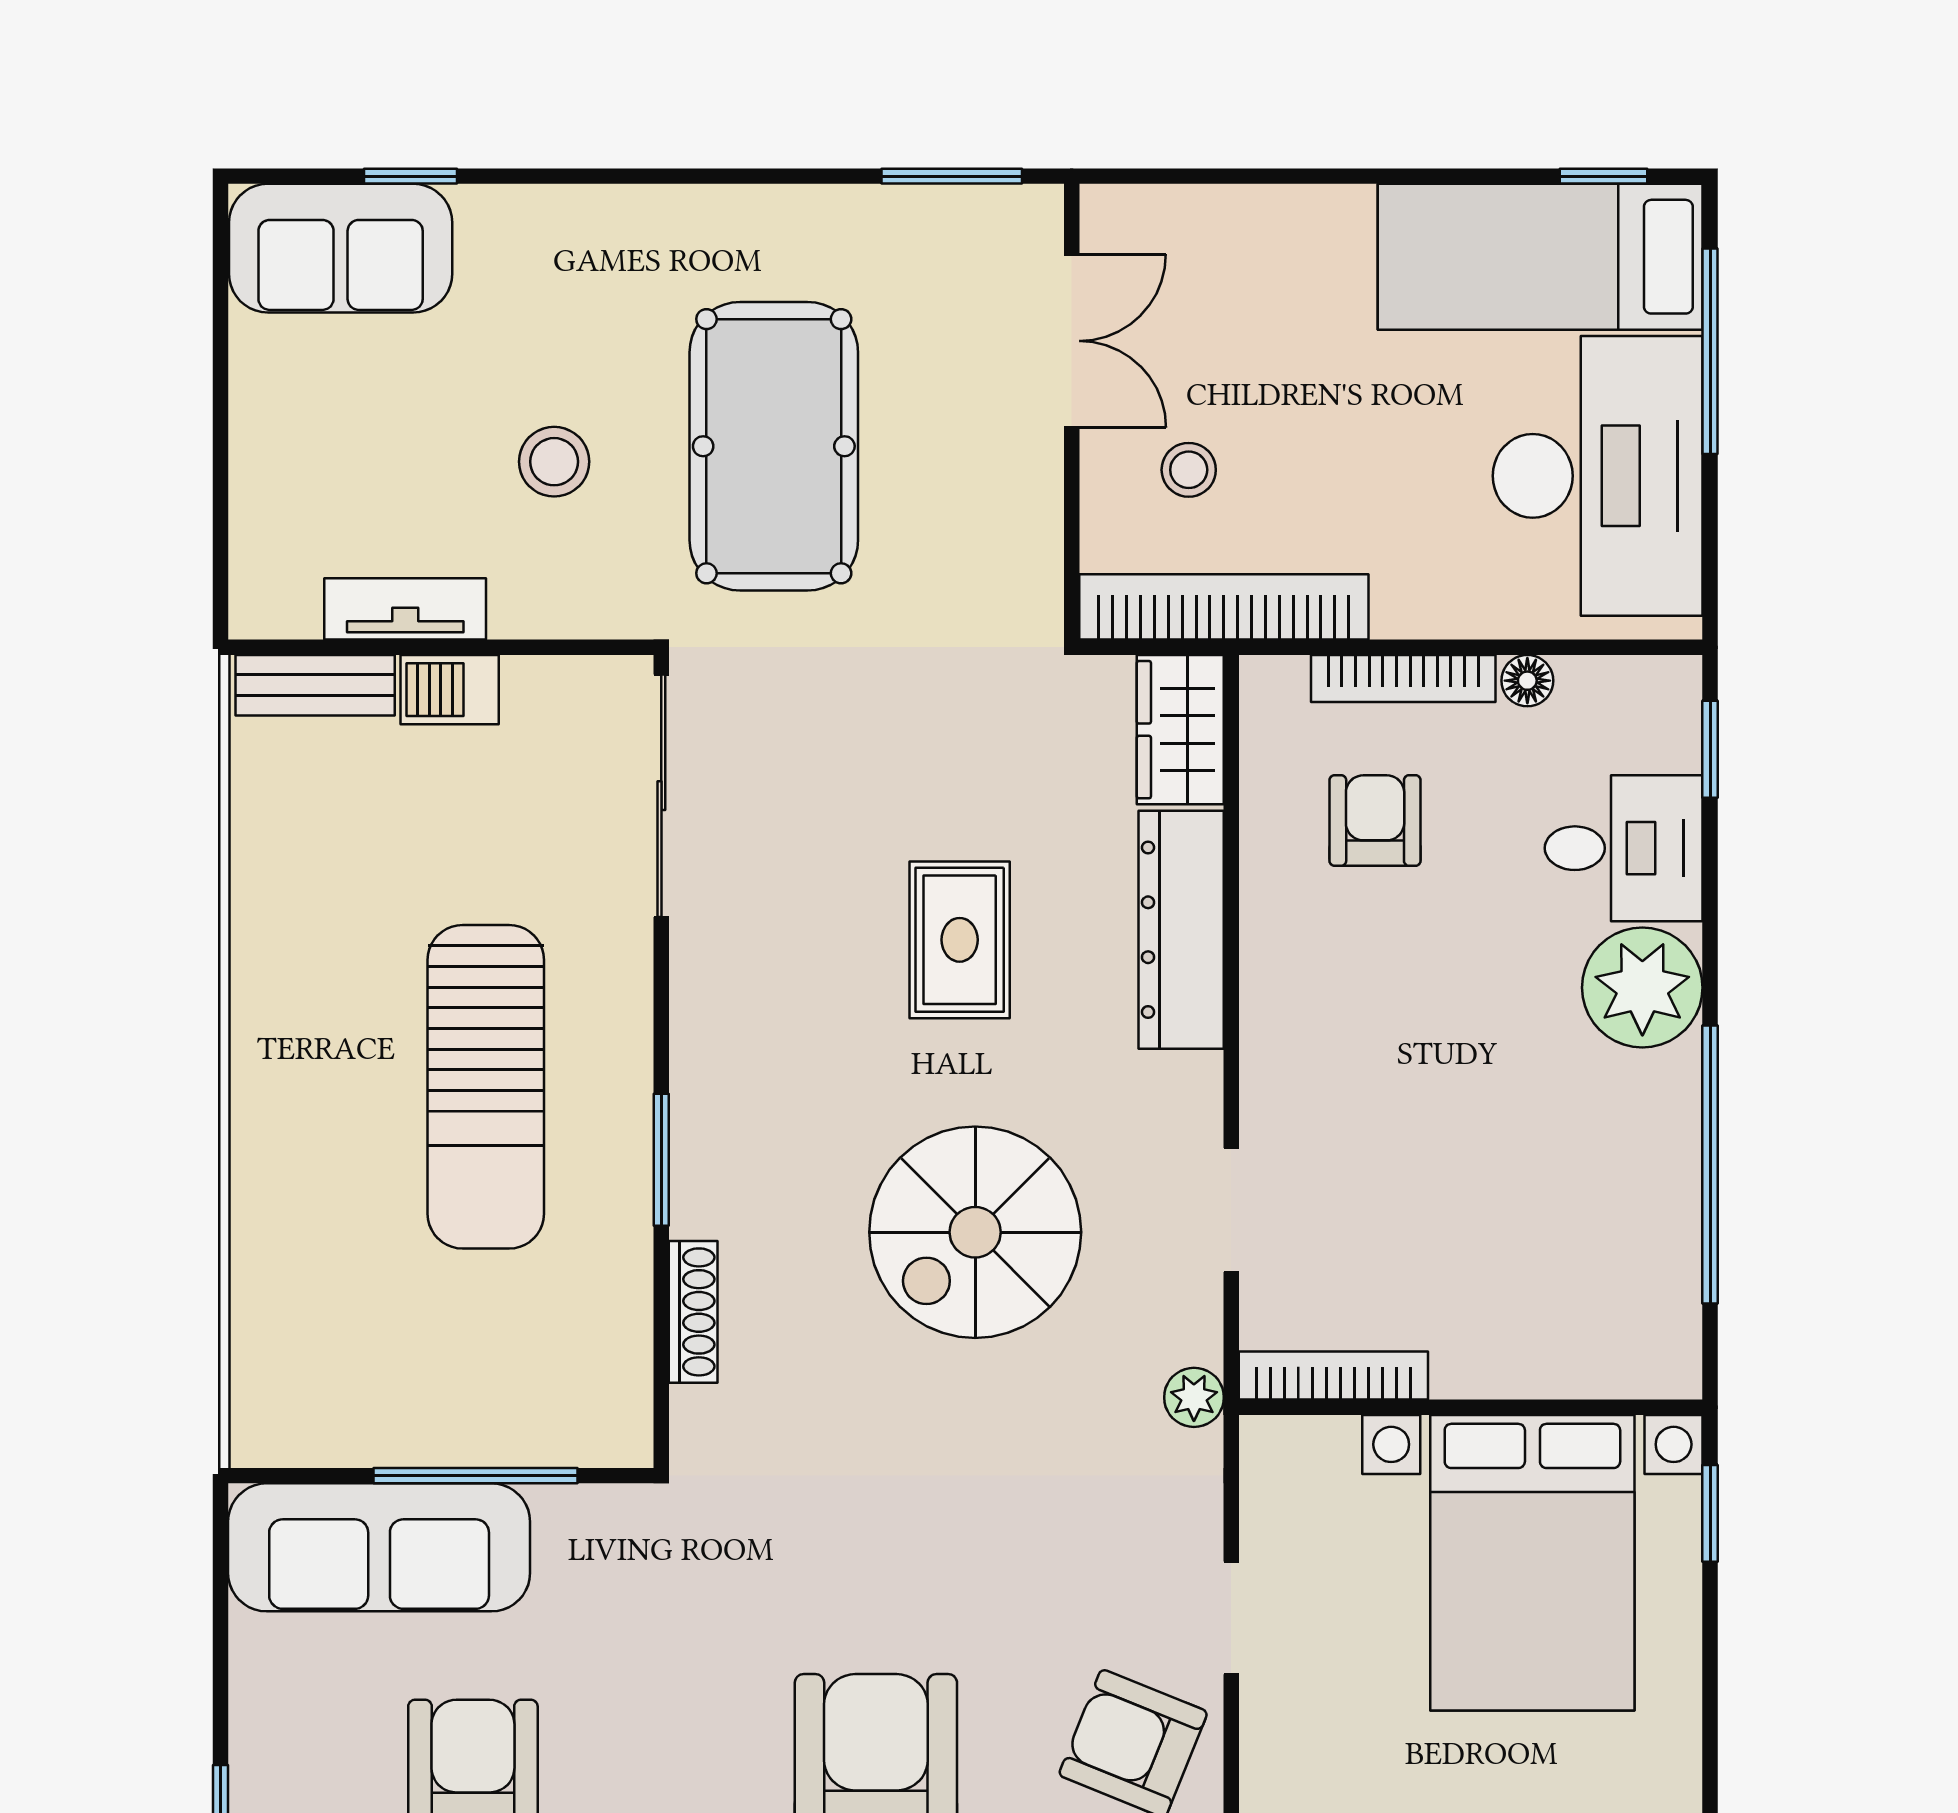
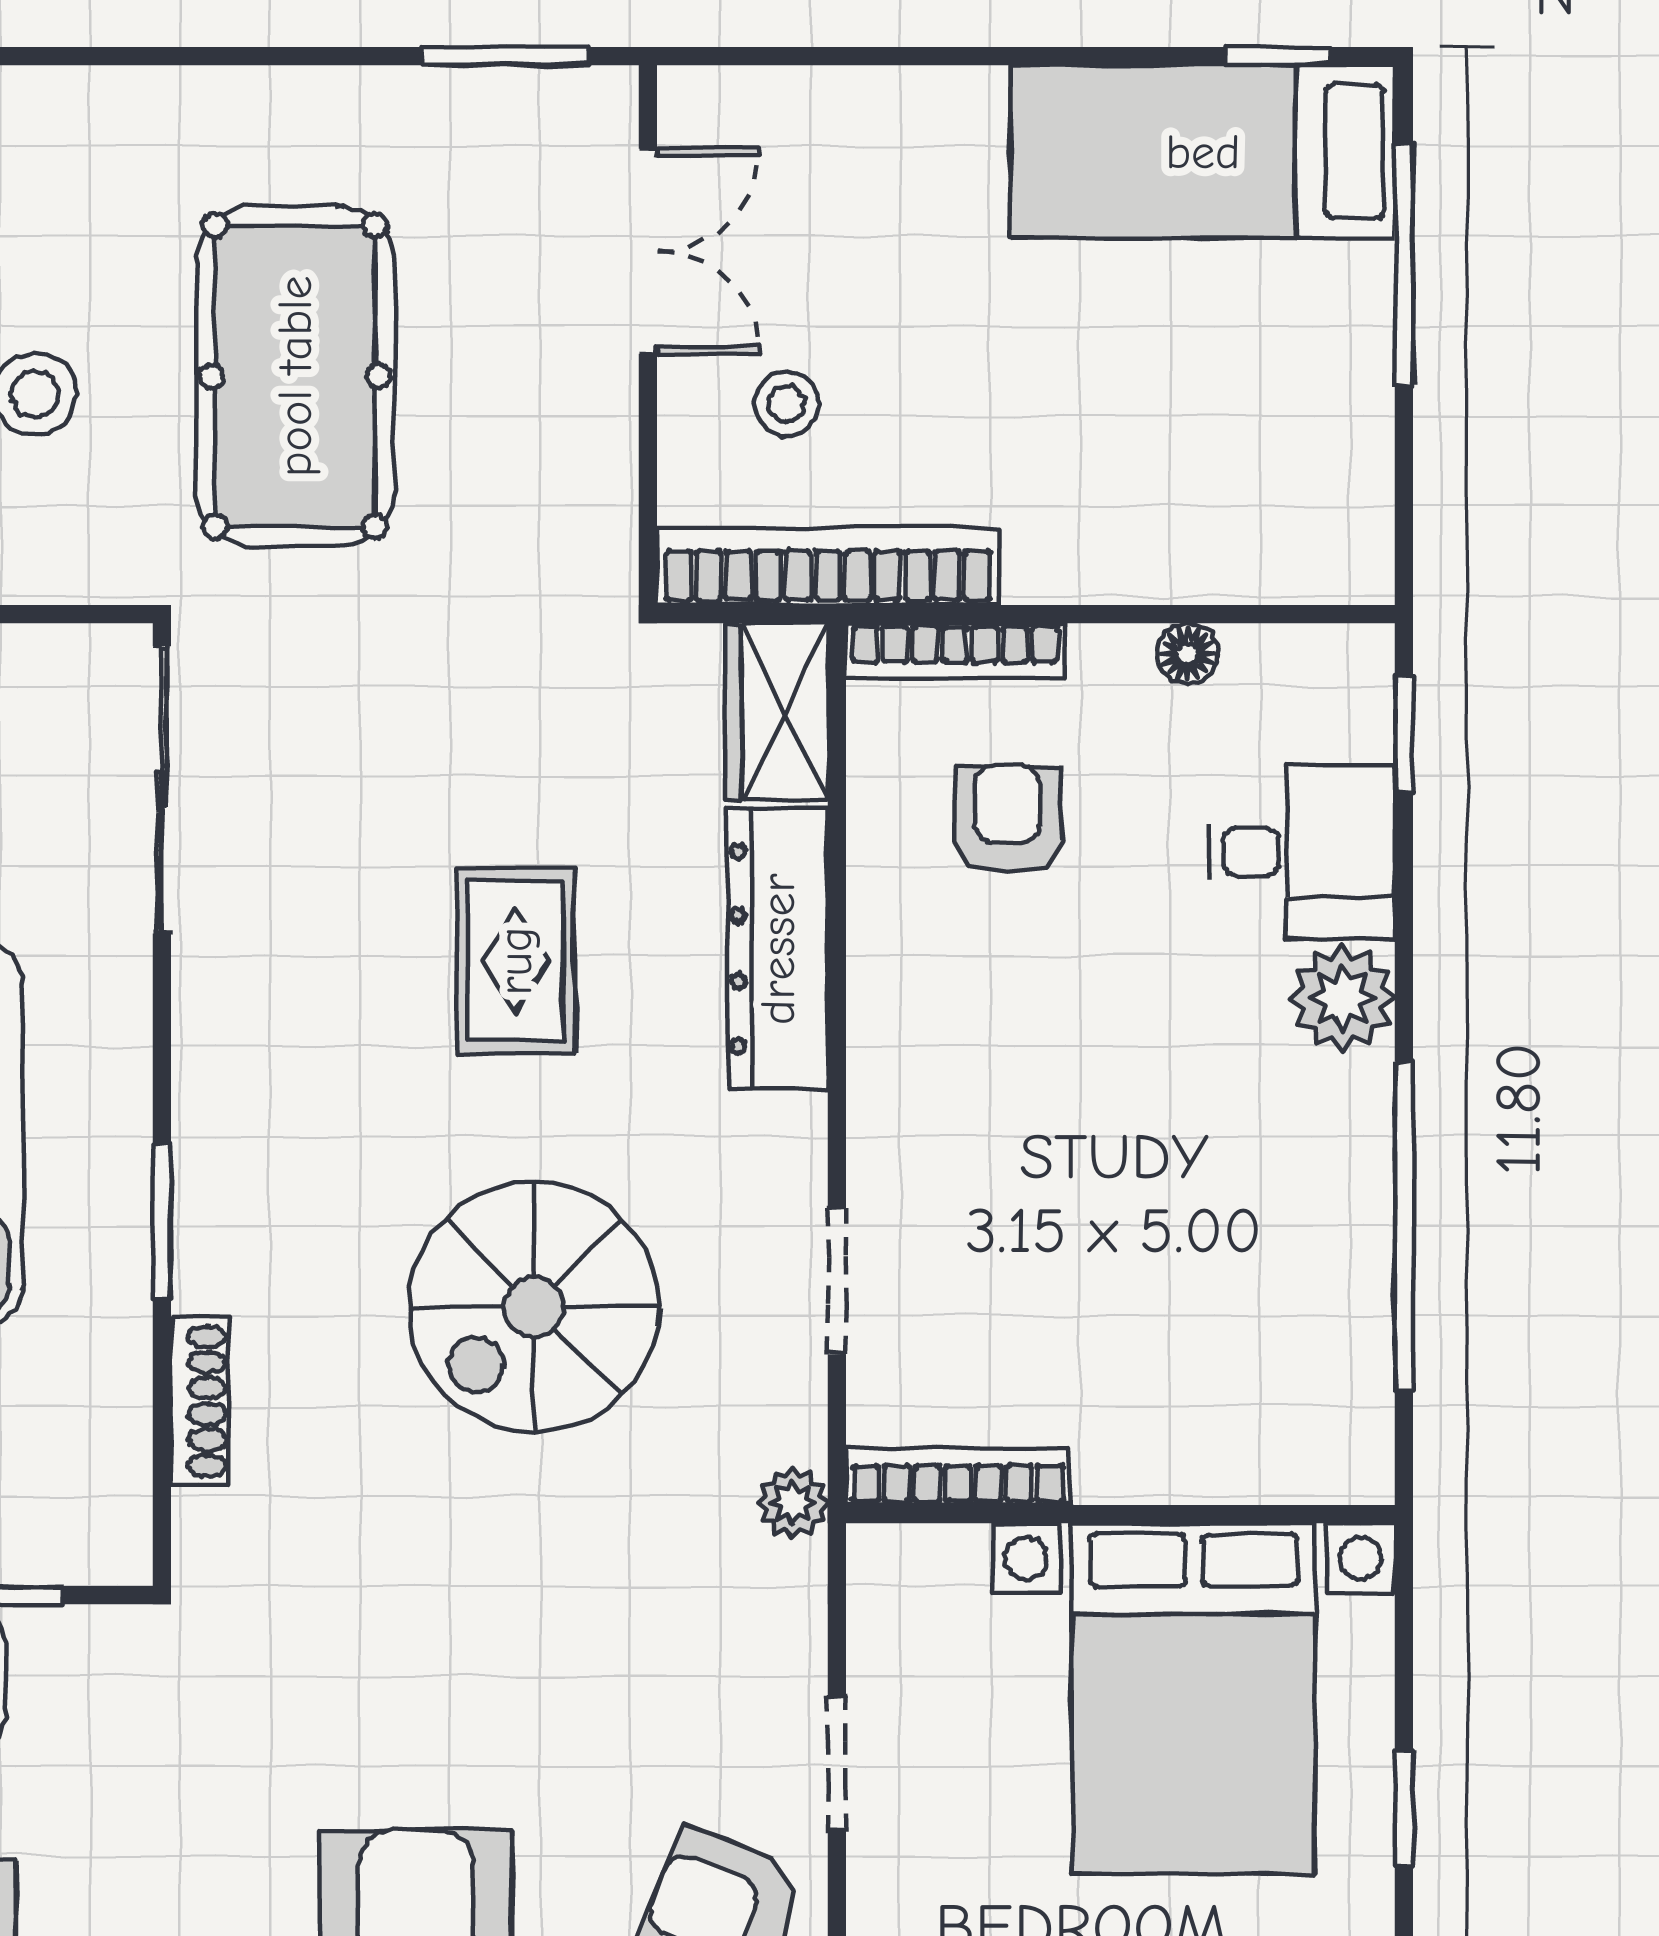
desk: (1598, 476) -> (1271, 411), removed
bookcase: (1403, 678) -> (955, 651), moved
plant: (1642, 988) -> (1343, 998), width x0.73, depth x0.73
window: (1710, 1513) -> (1404, 1808), moved

